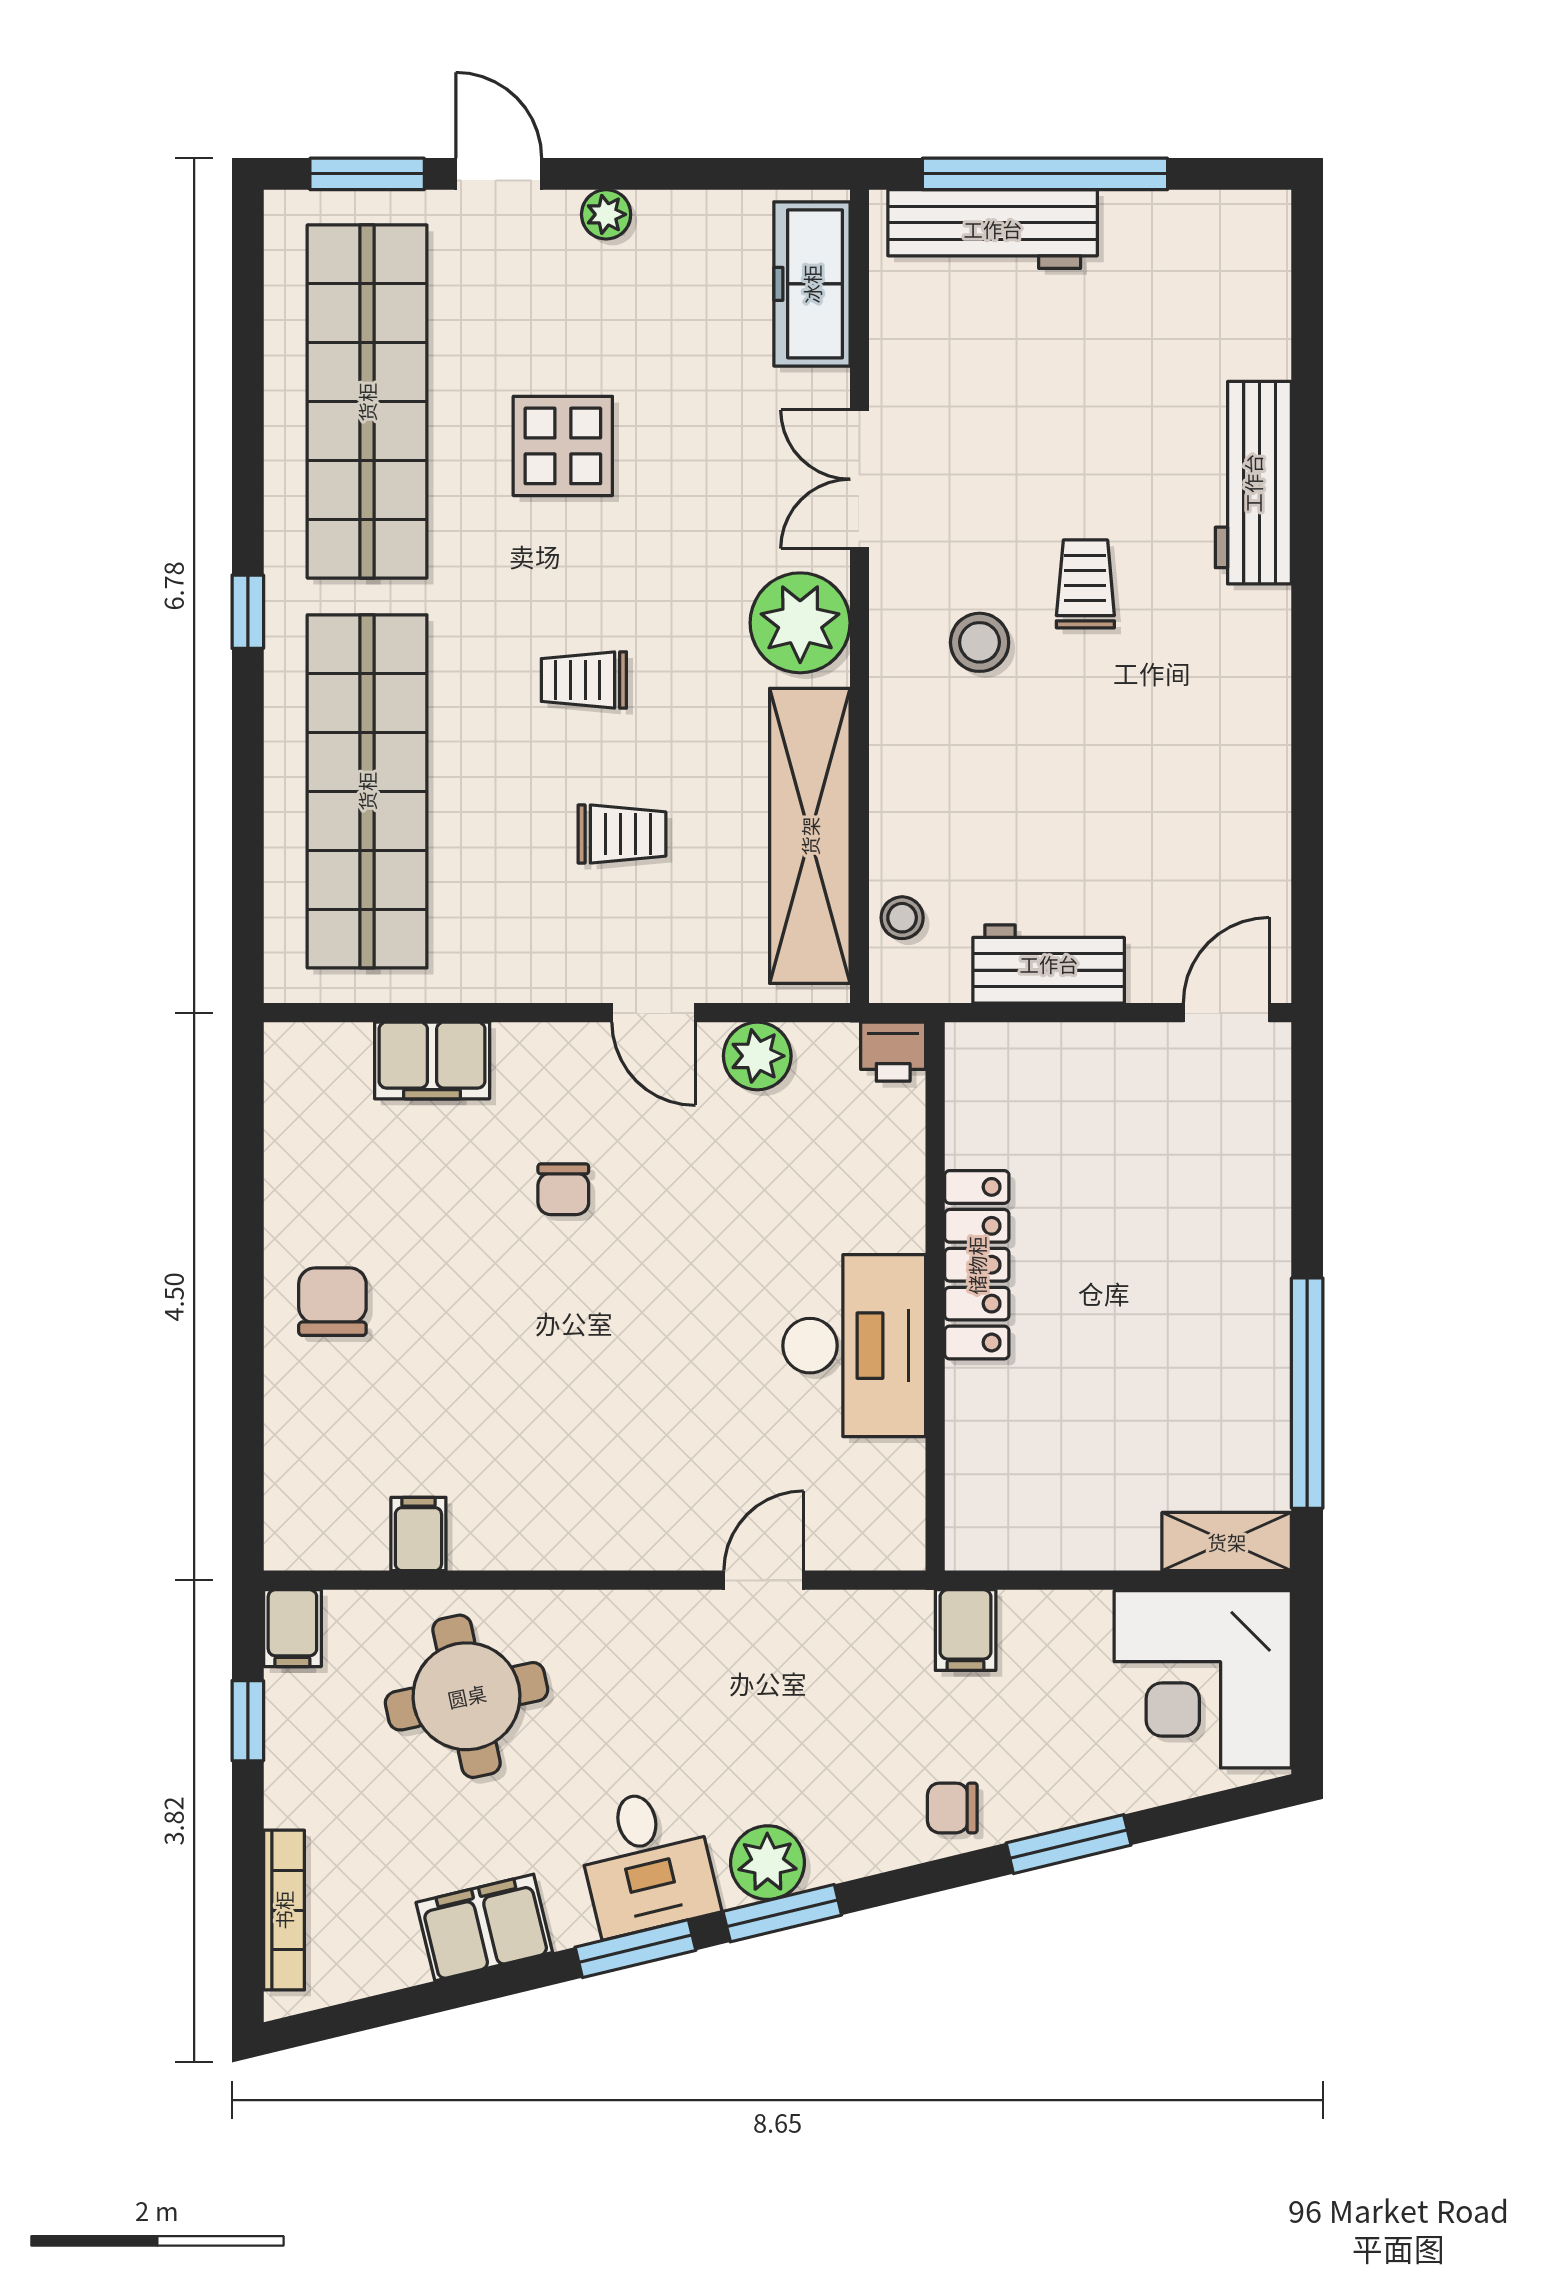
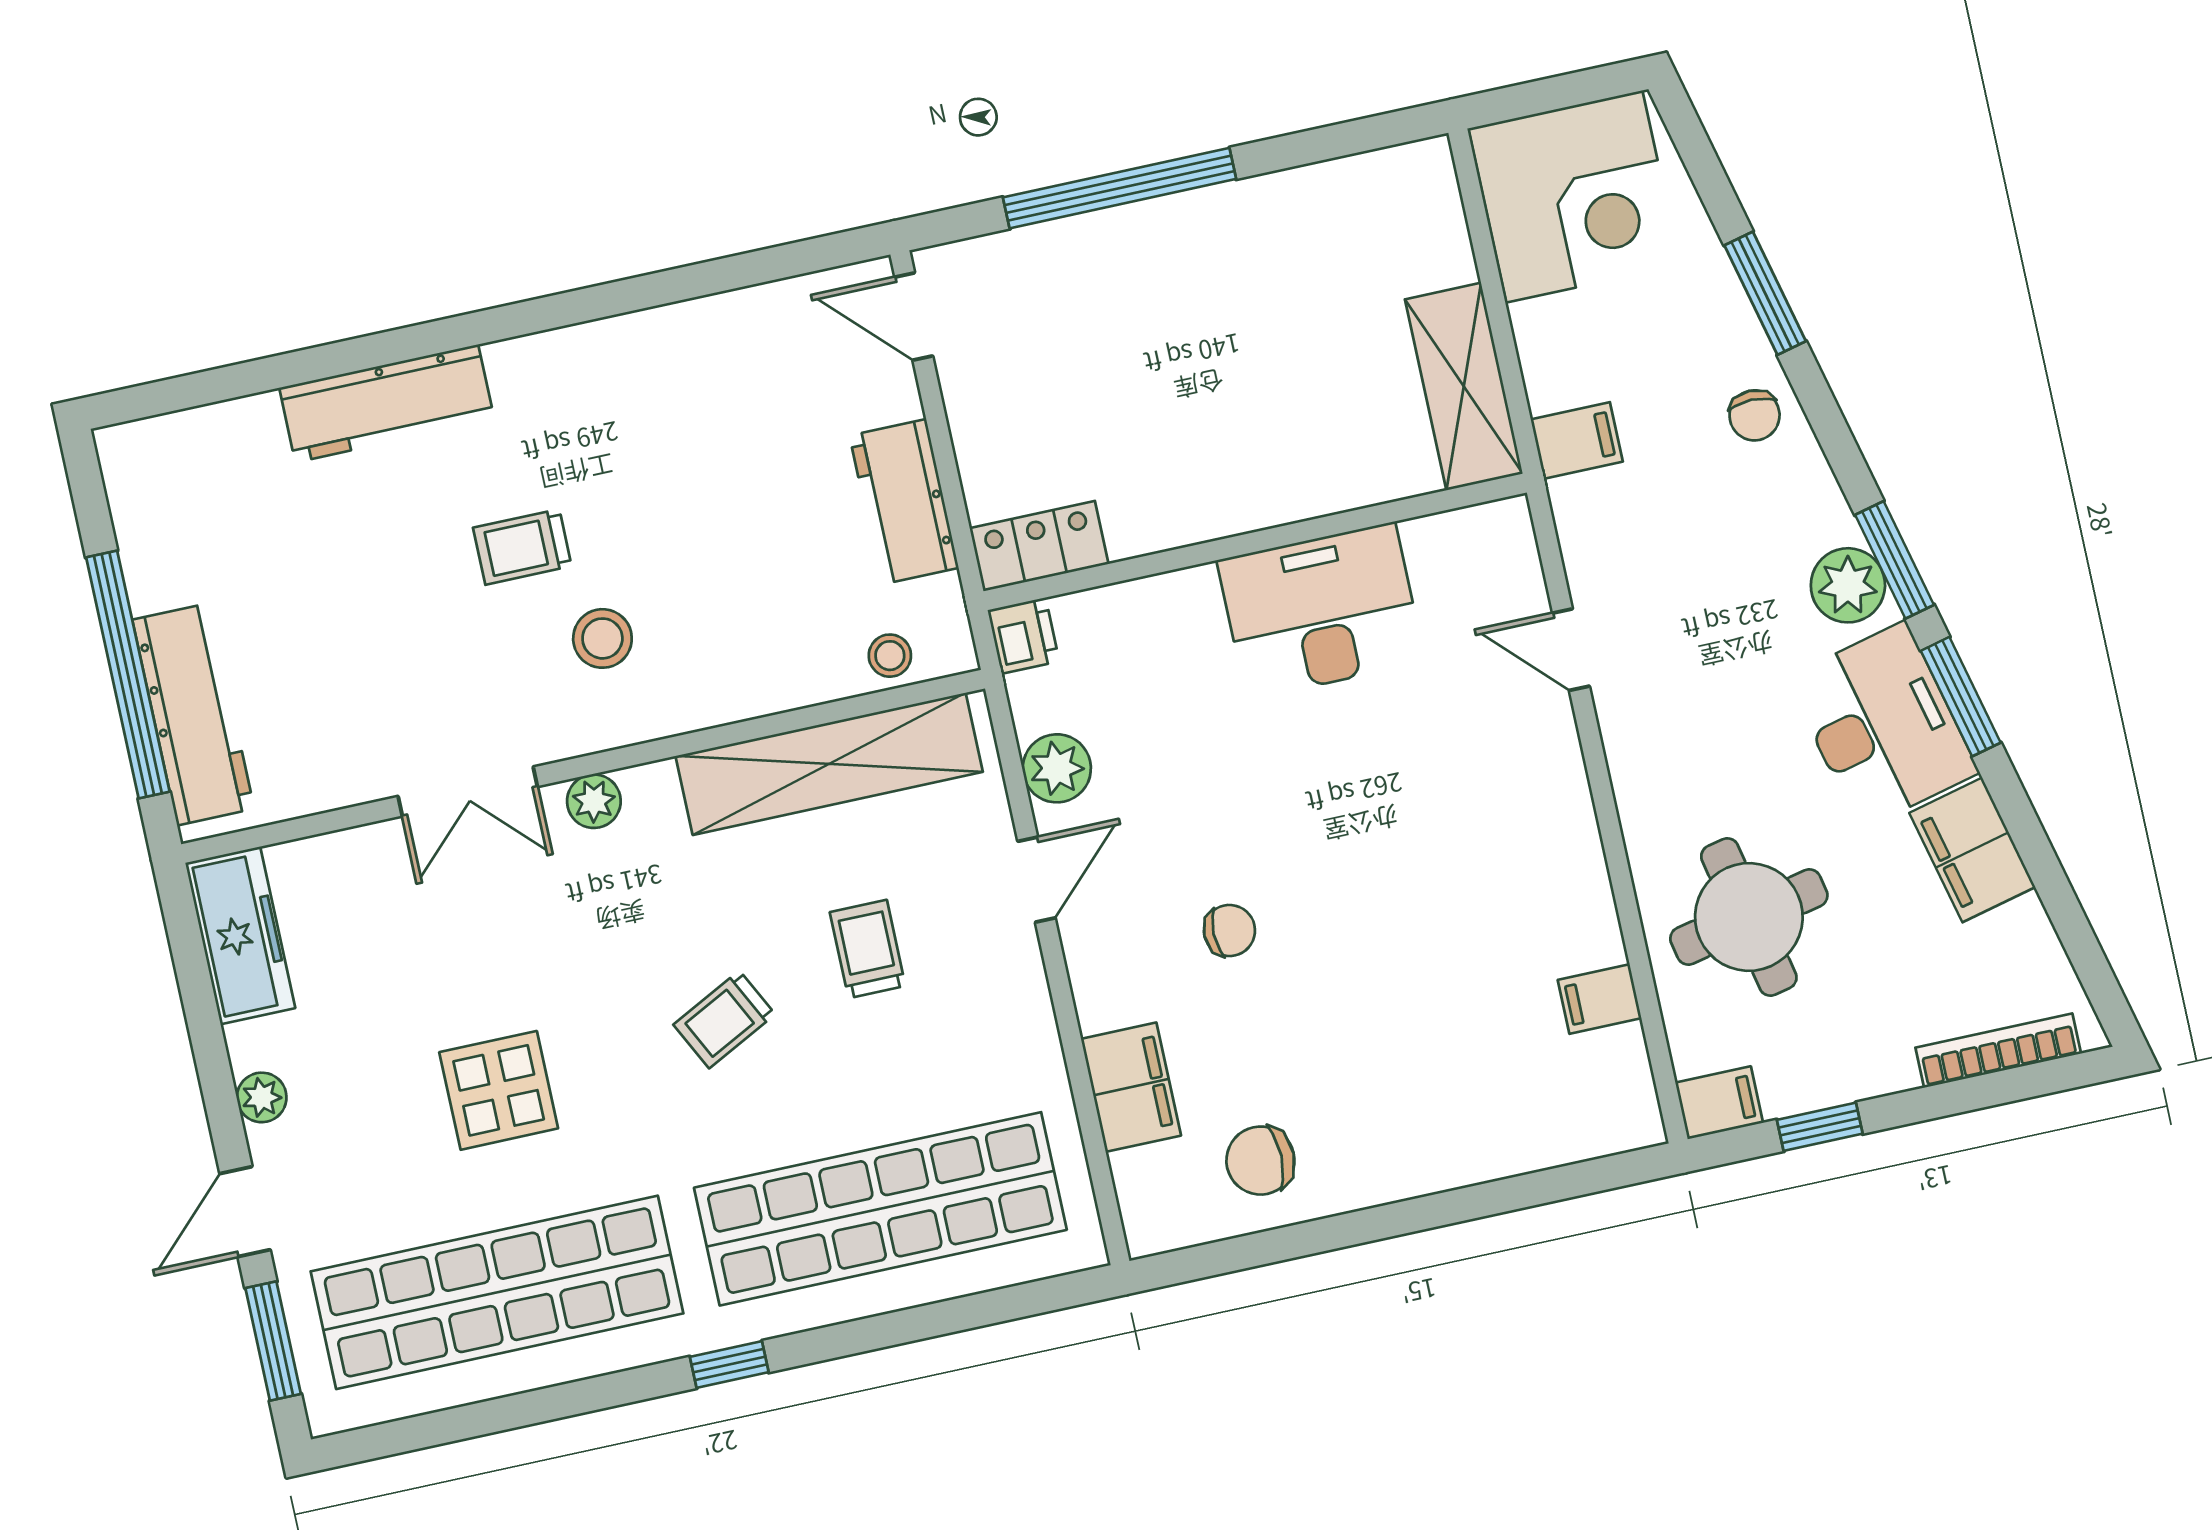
freezer: (812, 284) -> (240, 935), moved, turned -90
plant: (800, 623) -> (594, 801), width x0.53, depth x0.53
trolley: (584, 680) -> (724, 1019), turned 63
locker: (977, 1265) -> (1039, 546), moved, width x0.66
chair: (332, 1302) -> (1260, 1161), moved
window: (1307, 1393) -> (1120, 188), moved
shelving: (1227, 1542) -> (1464, 387), moved, width x1.50, depth x1.33
desk: (647, 1861) -> (1883, 725), width x1.37

